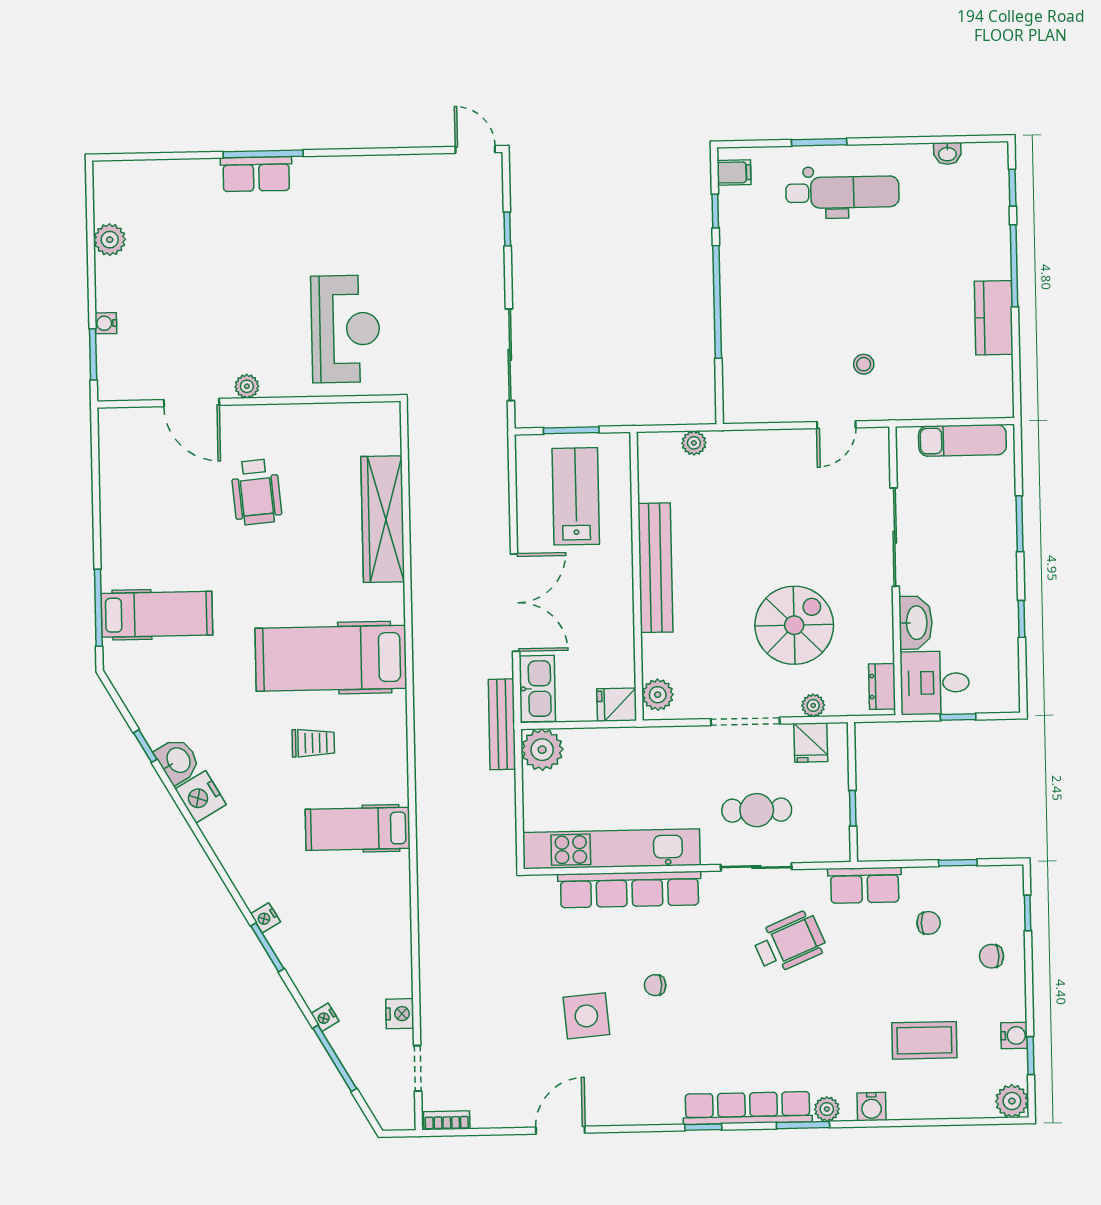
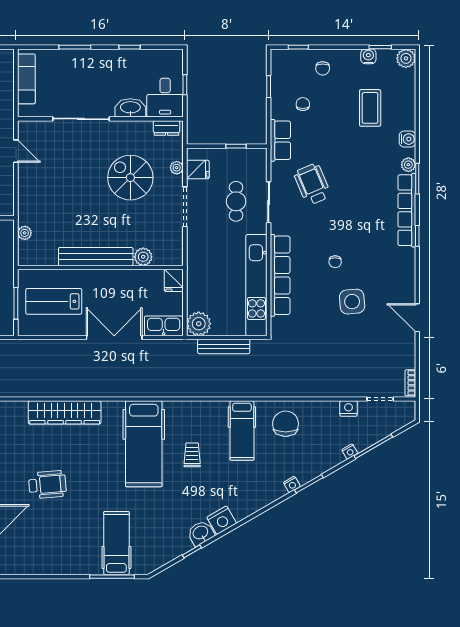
plant: (658, 695) -> (143, 257), moved
bench: (502, 724) -> (224, 346), moved
chair: (371, 905) -> (286, 424), added

